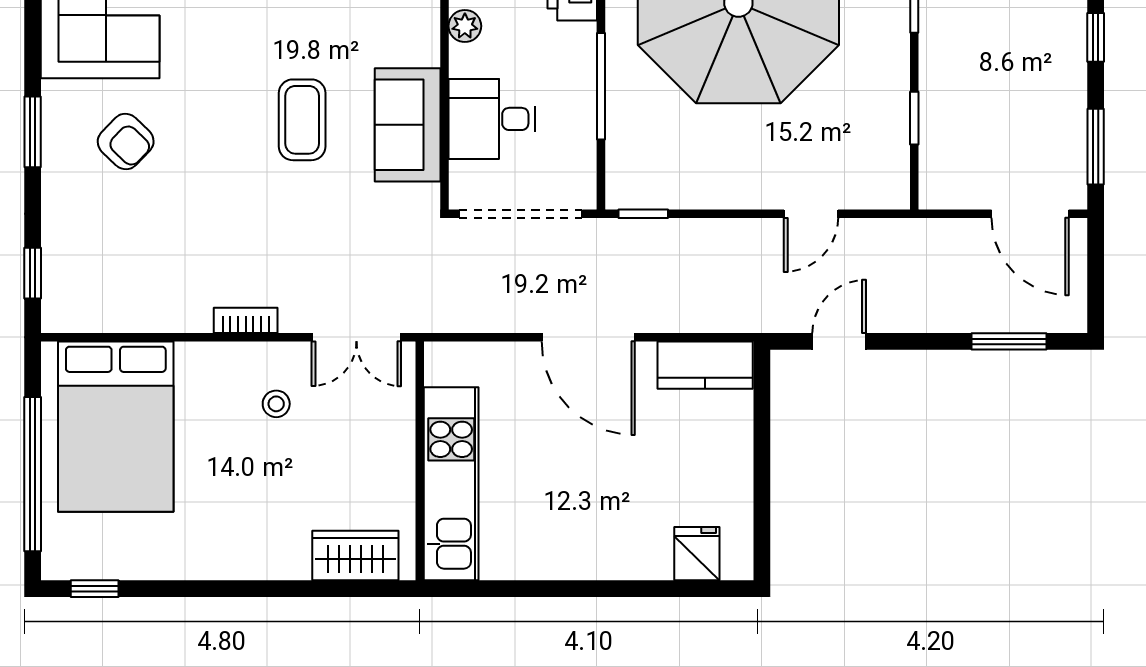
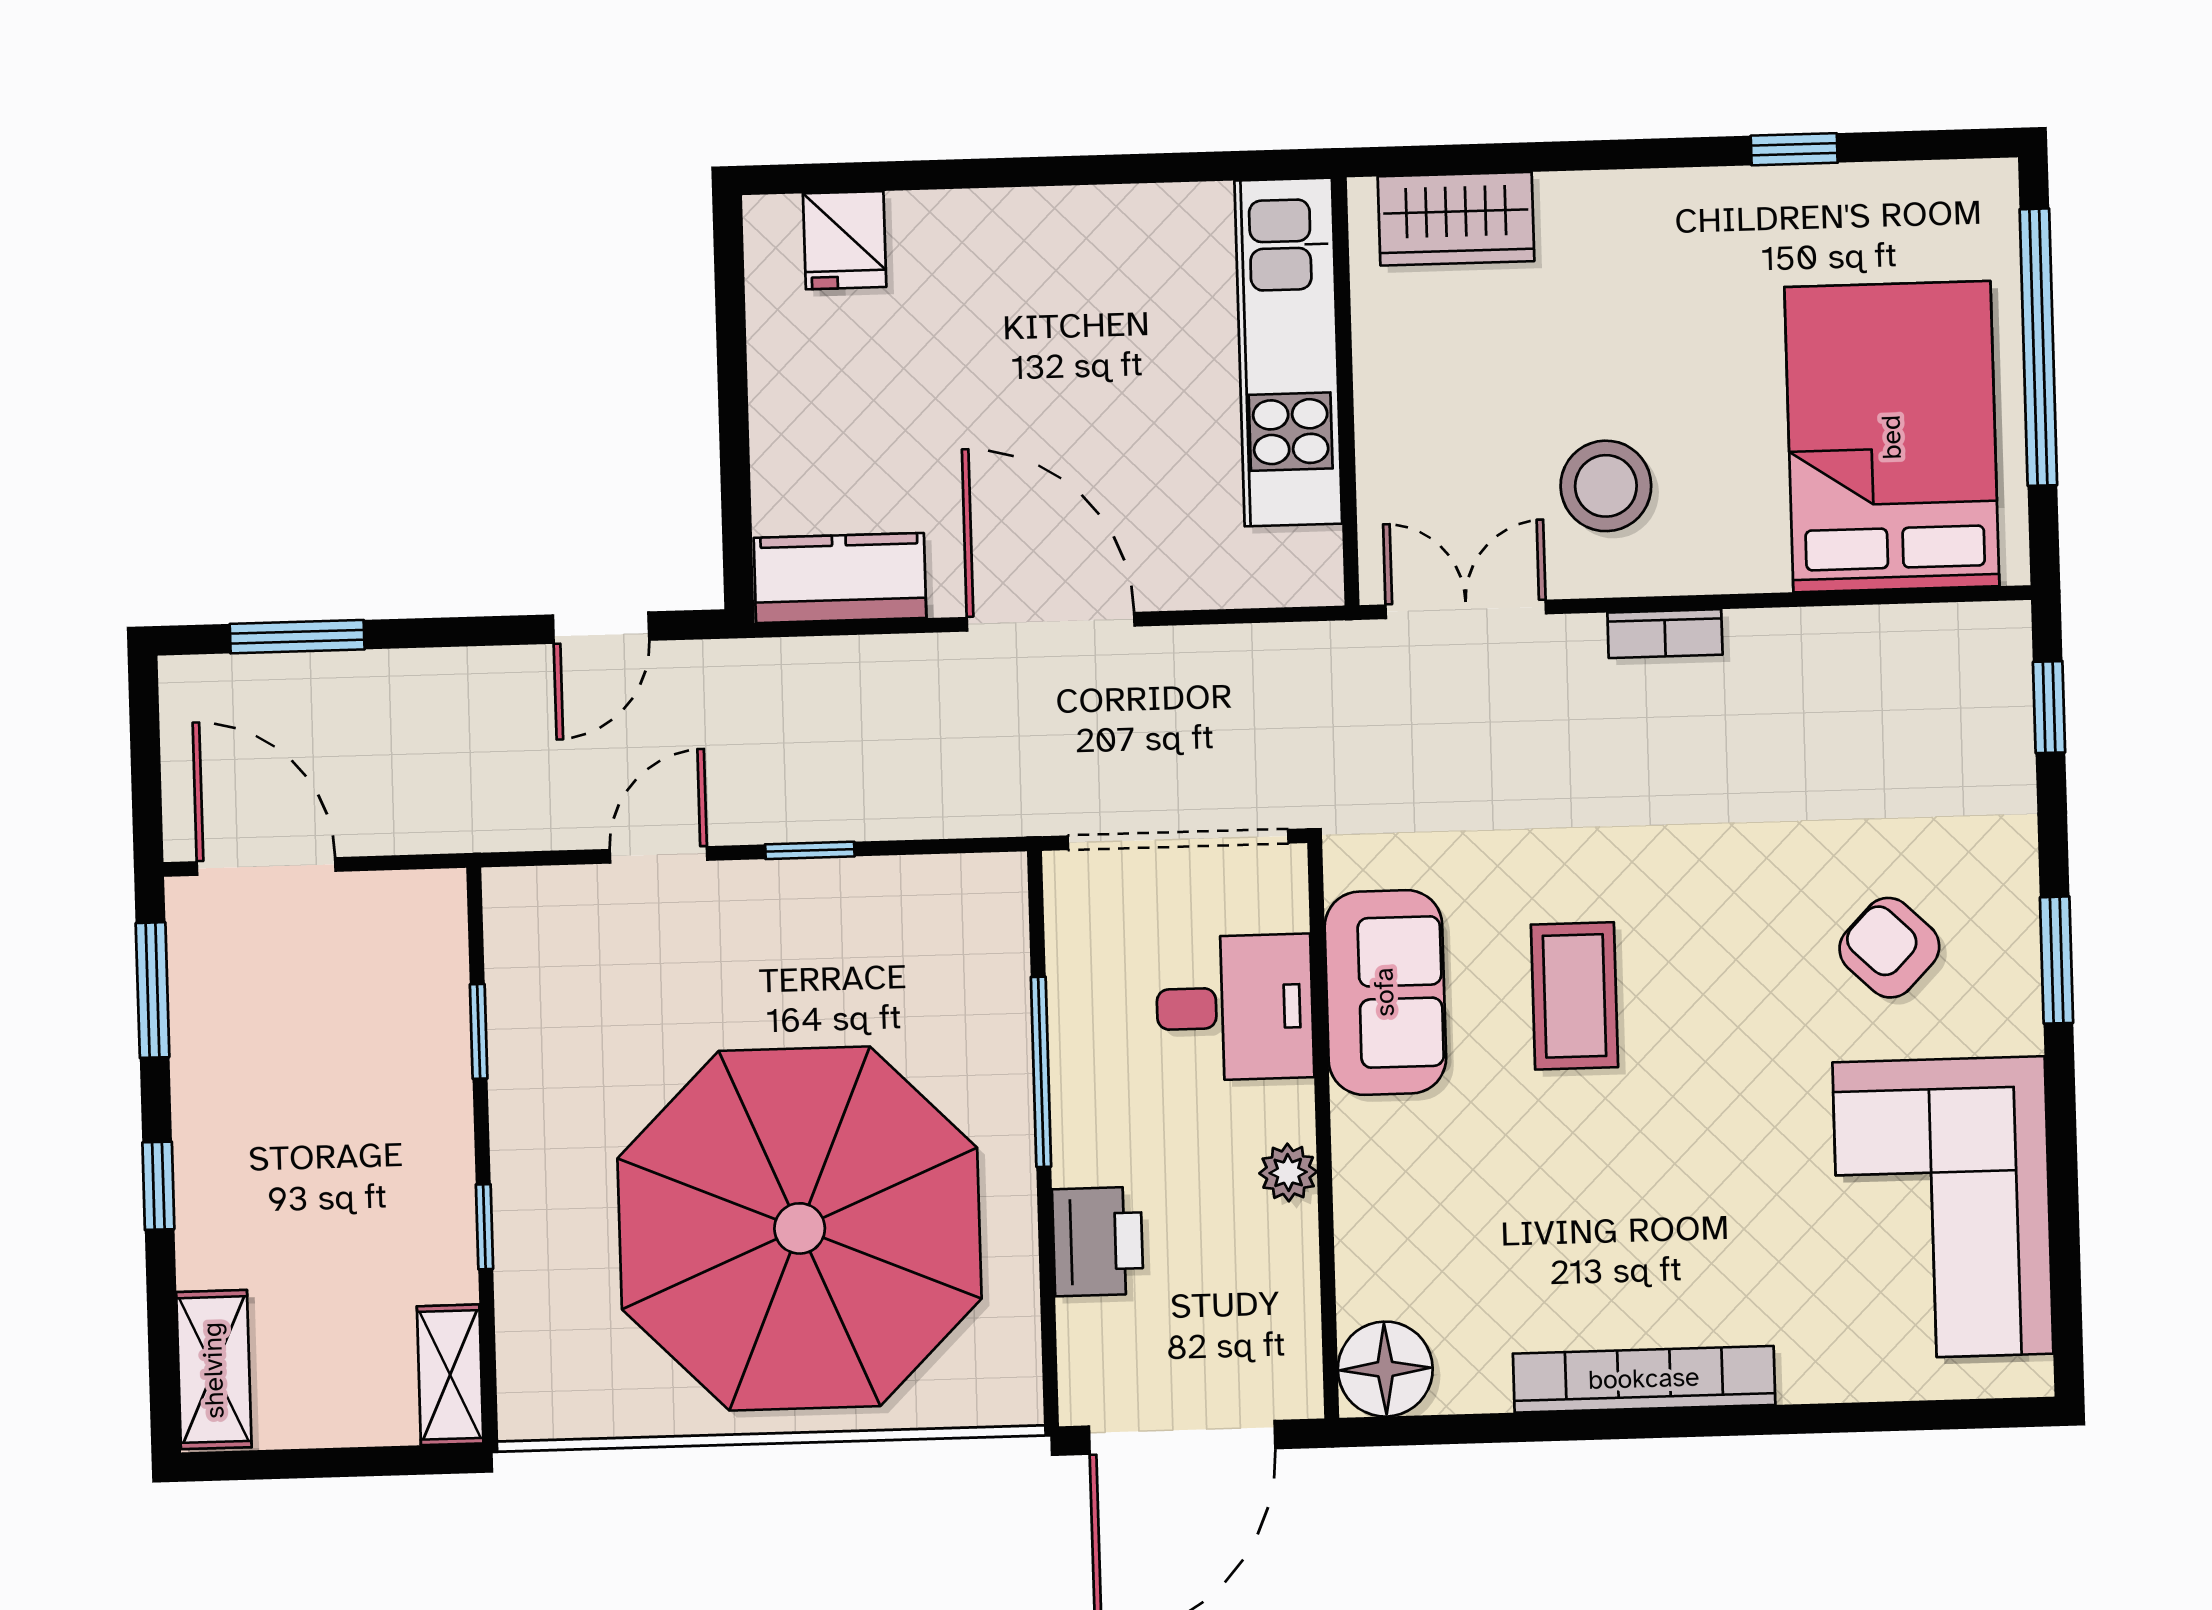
window: (643, 214) -> (810, 850), moved
stool: (276, 404) -> (1606, 486), width x1.89, depth x1.89
window: (95, 589) -> (1794, 149), moved

